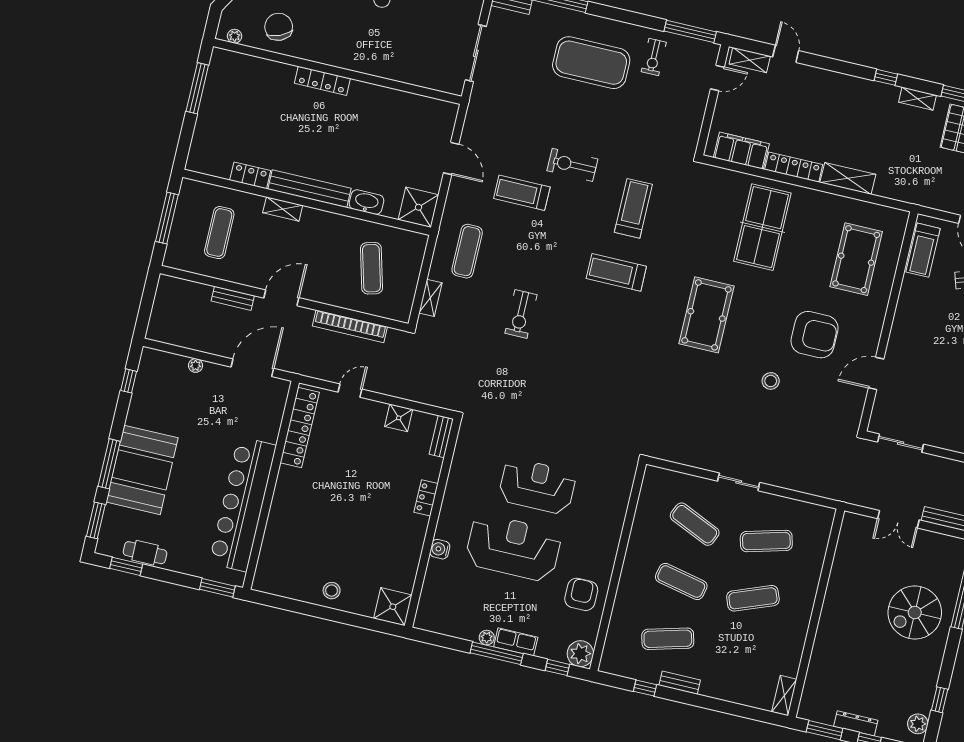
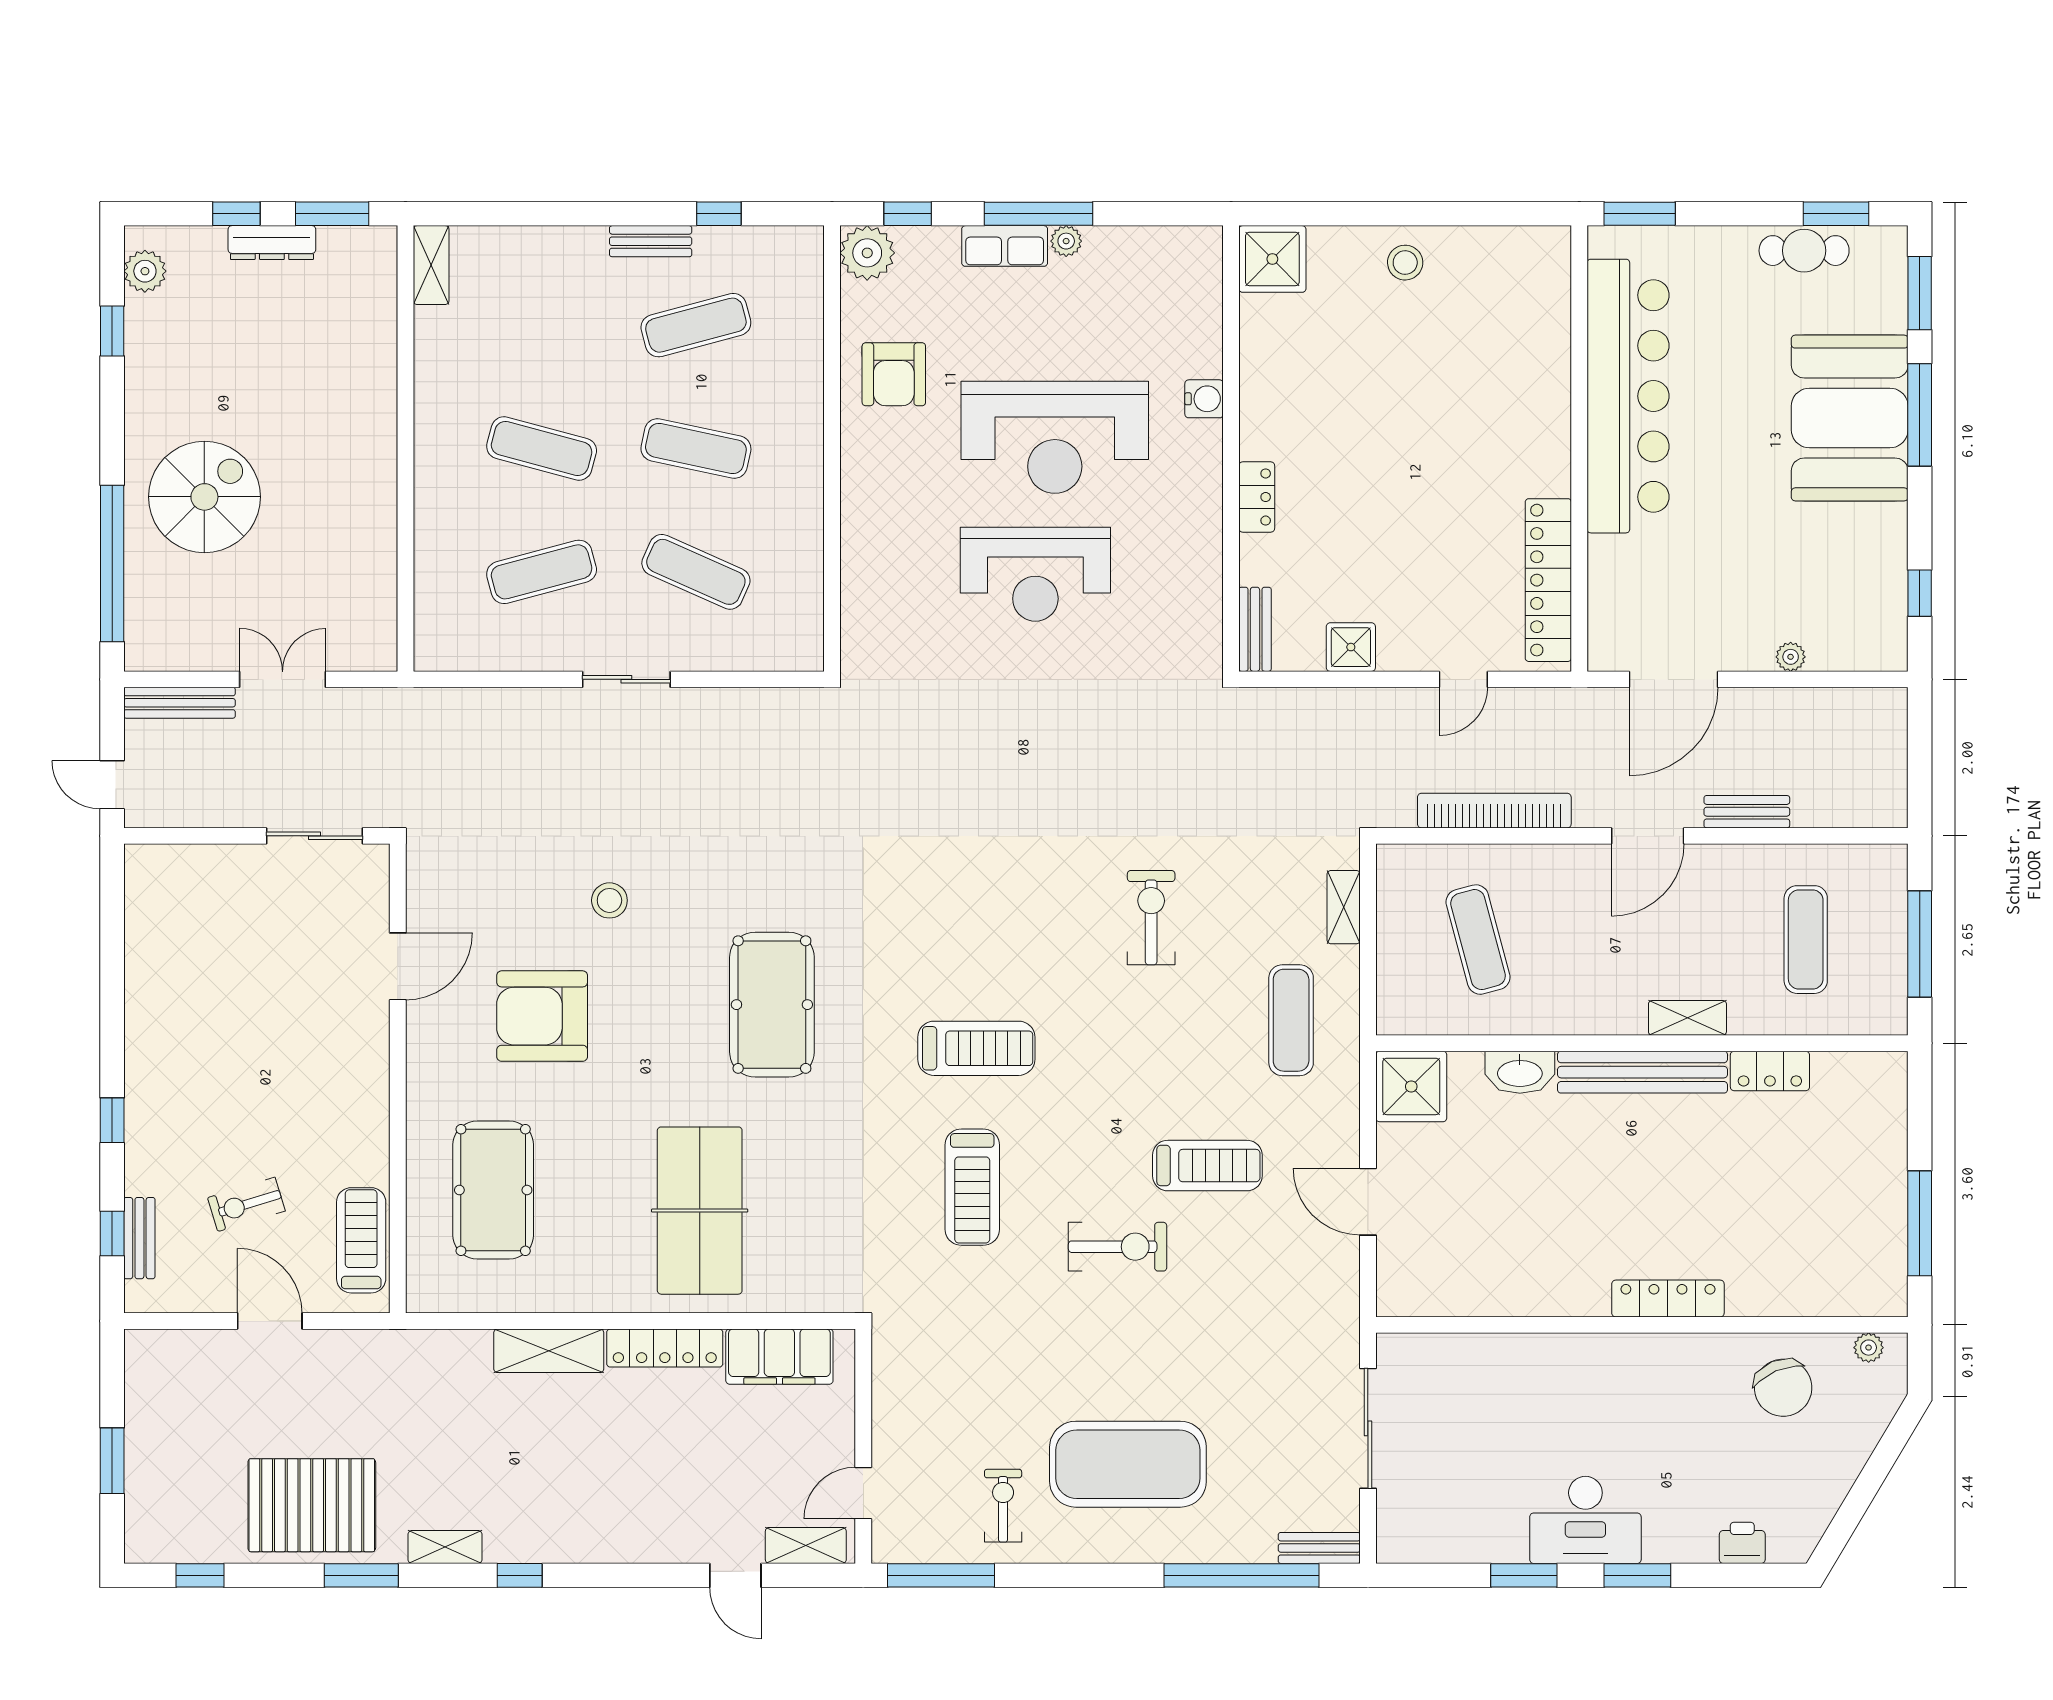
exercise mat: (753, 598) -> (542, 448), turned 36

